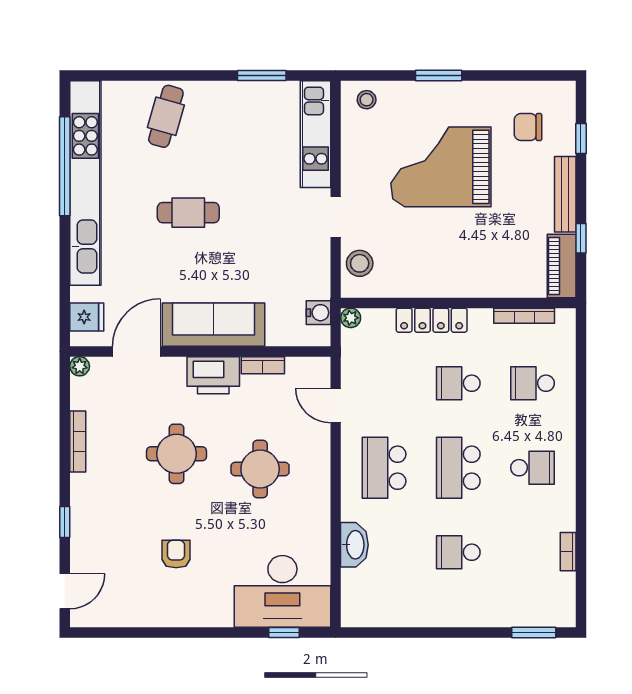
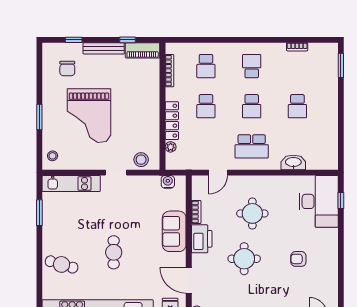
plant: (351, 318) -> (171, 147), moved
sofa: (214, 325) -> (174, 231), width x0.73
school desk: (458, 468) -> (252, 106), width x0.54

